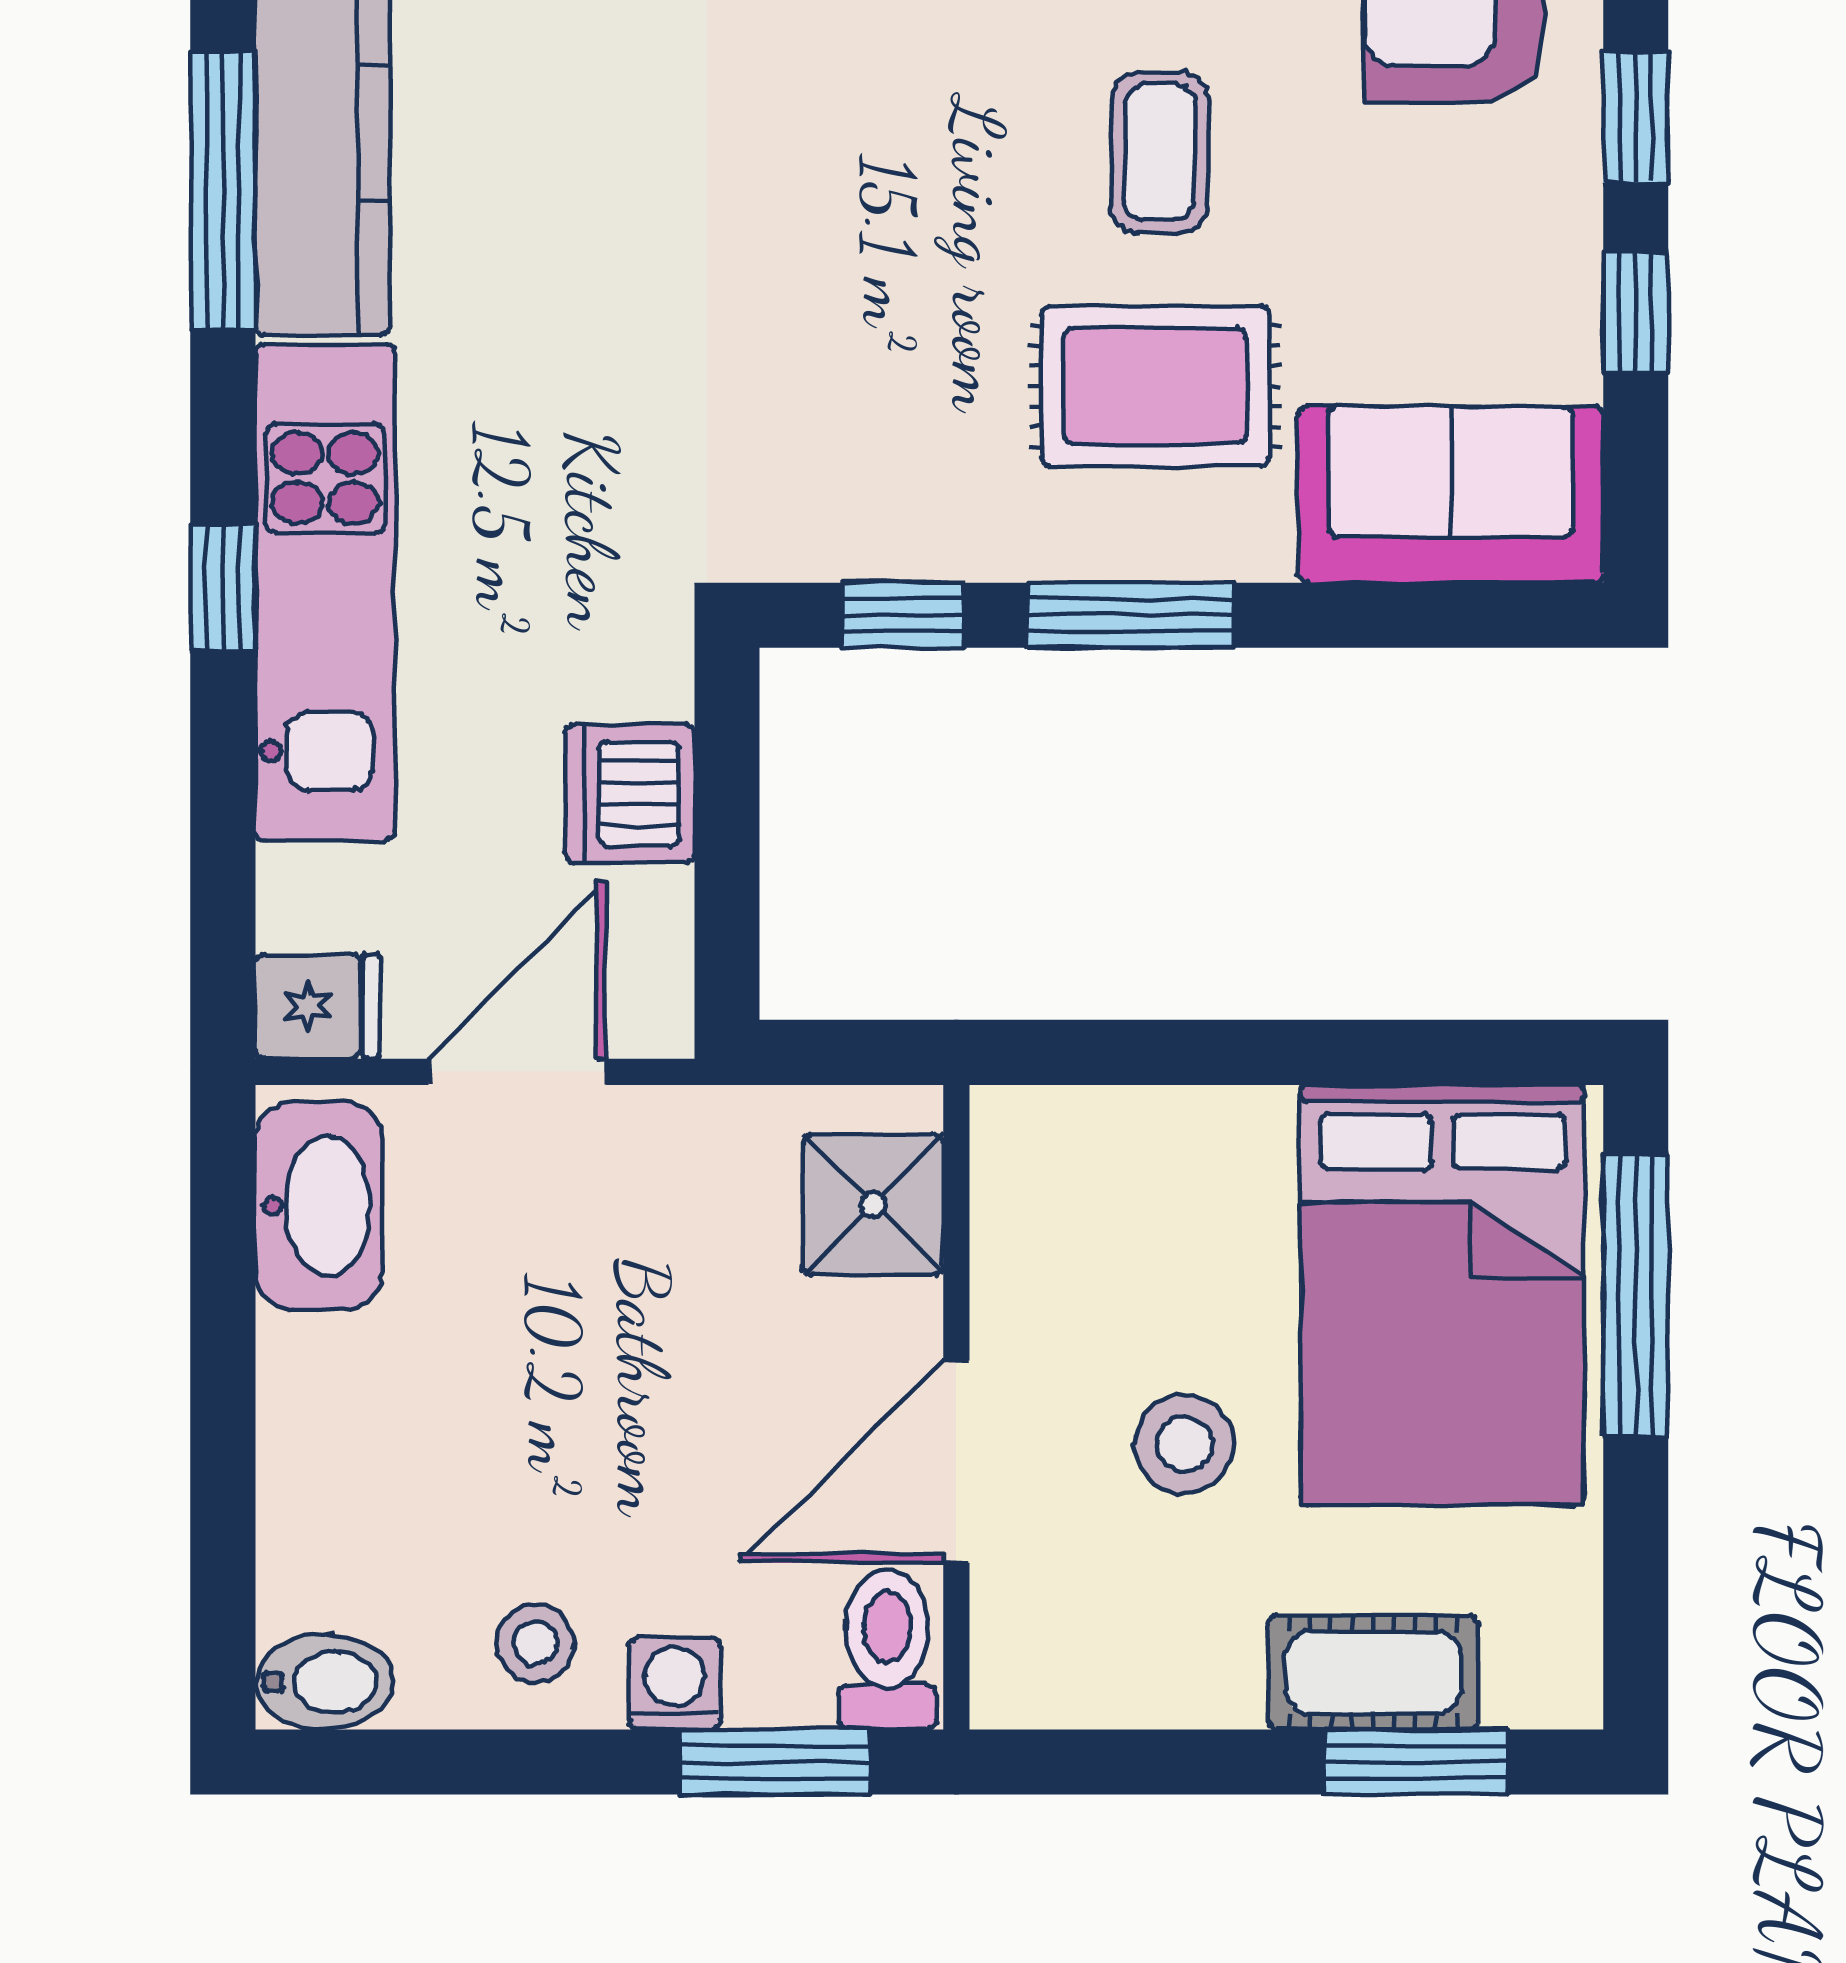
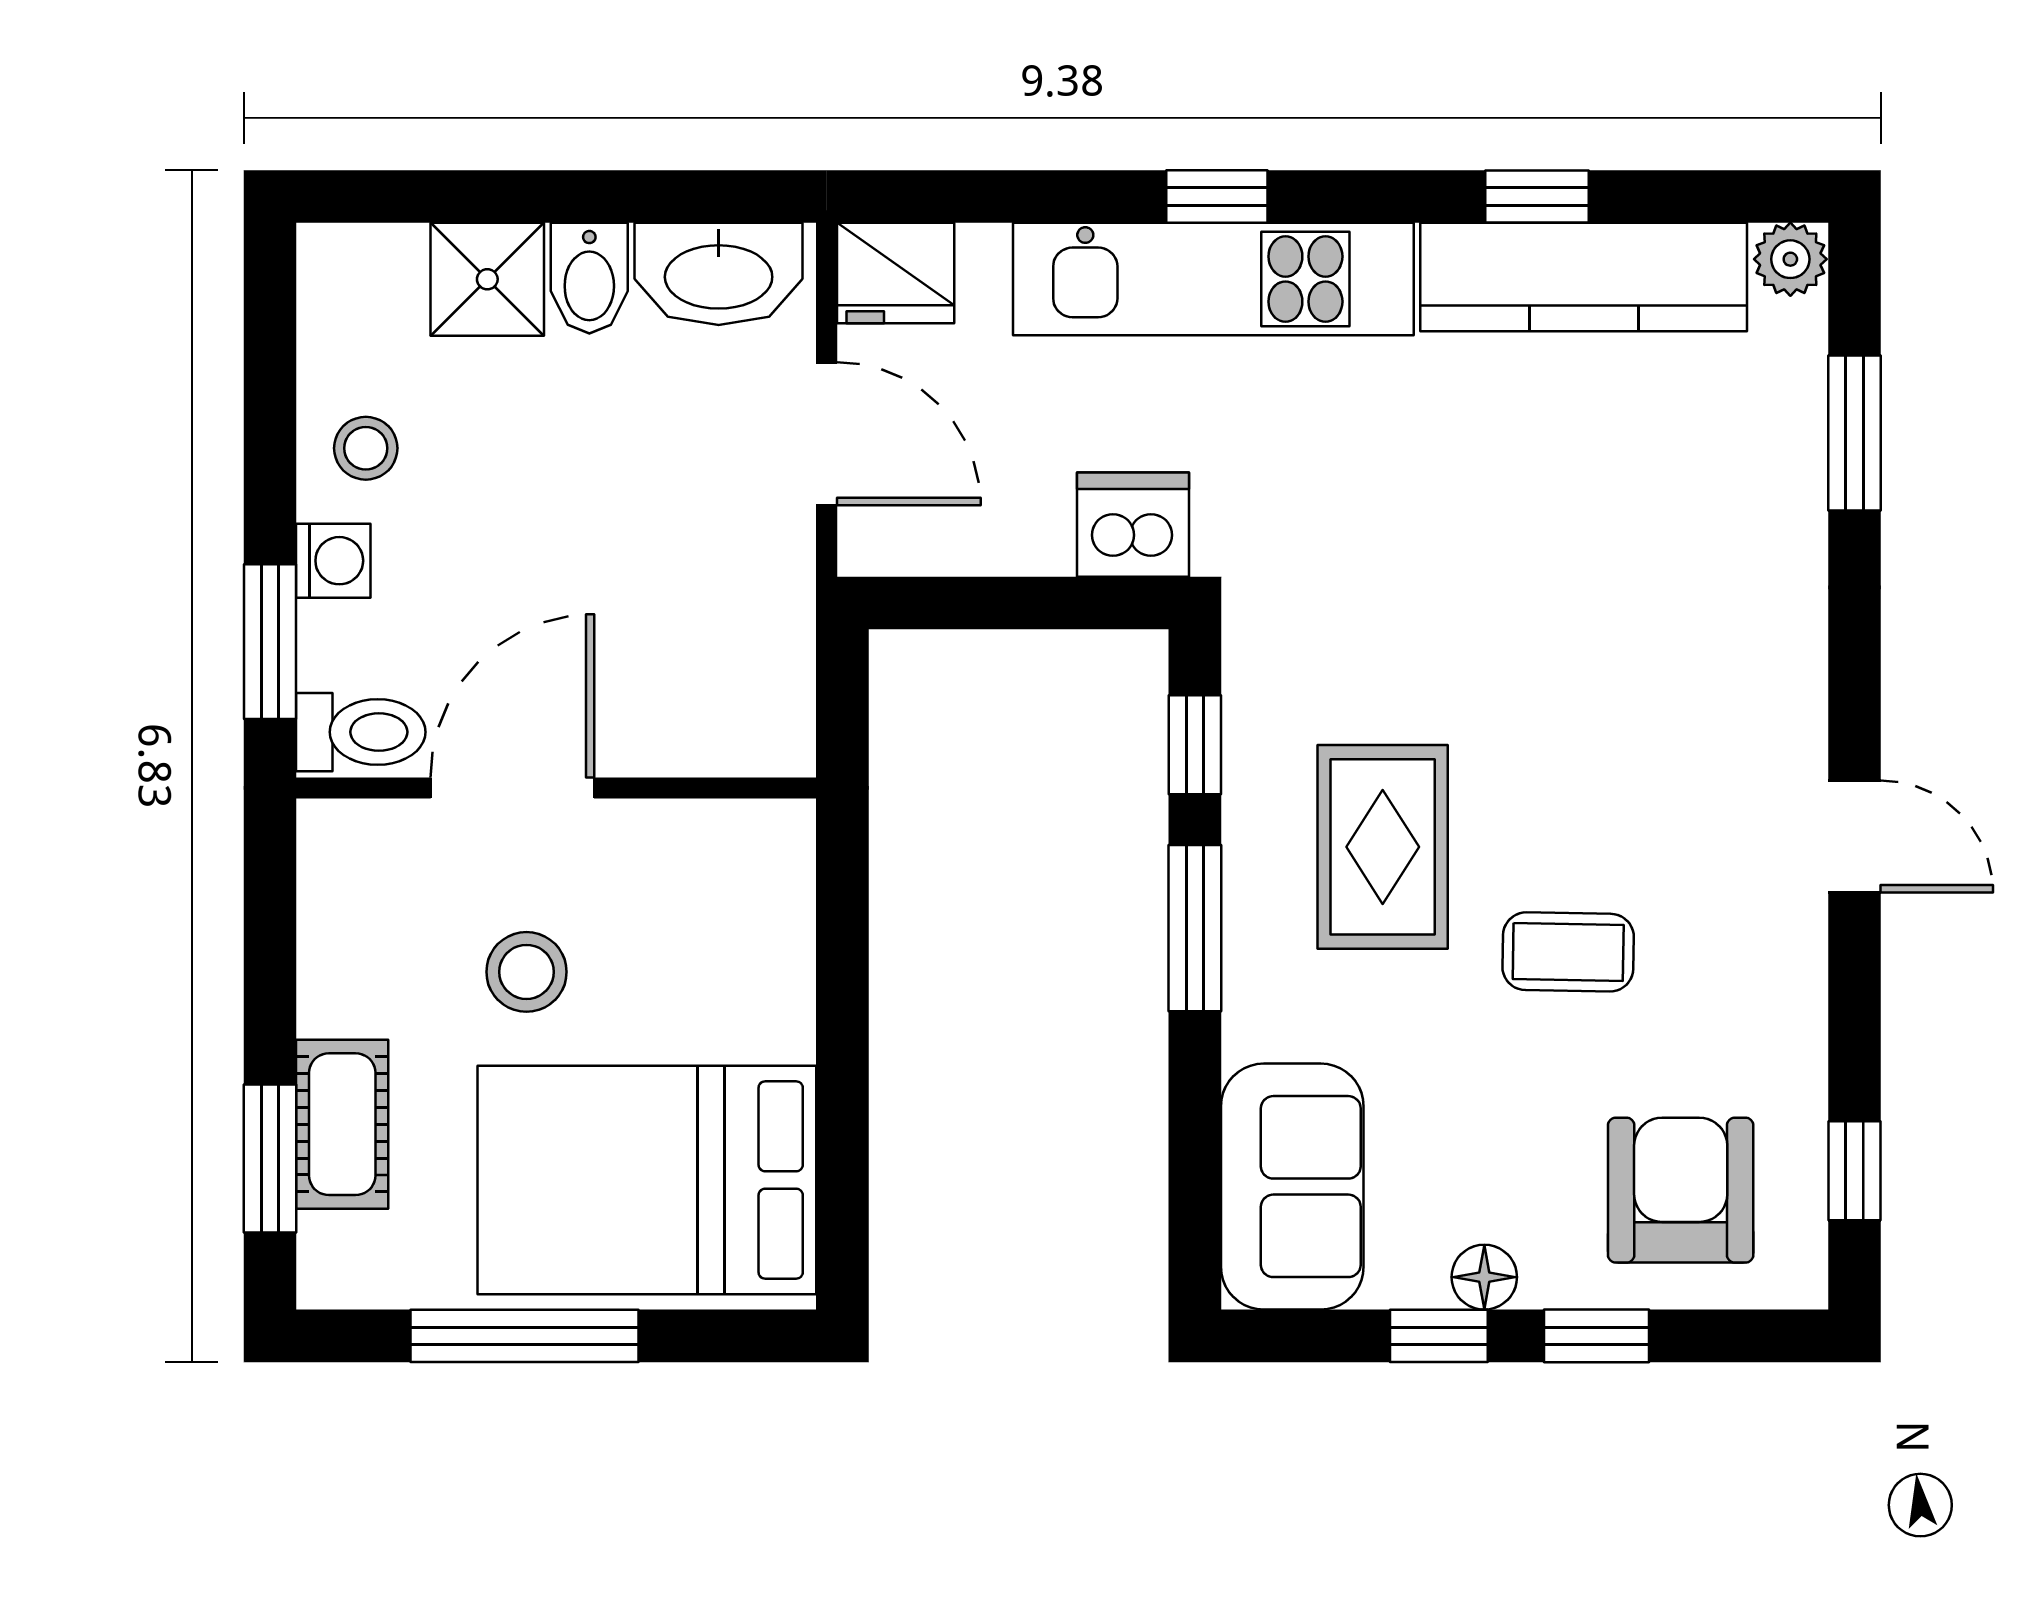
window: (223, 191) -> (1537, 196), width x0.46
floor lamp: (1563, 256) -> (1484, 1277), added
rug: (1155, 386) -> (1383, 847), moved
dishwasher: (630, 794) -> (1133, 525), moved
fridge: (318, 1006) -> (896, 273), width x1.38
shower: (873, 1204) -> (487, 279), moved
window: (1636, 1295) -> (524, 1336), moved
door: (956, 1462) -> (512, 788), hinge flipped
bidet: (324, 1682) -> (589, 278), moved

